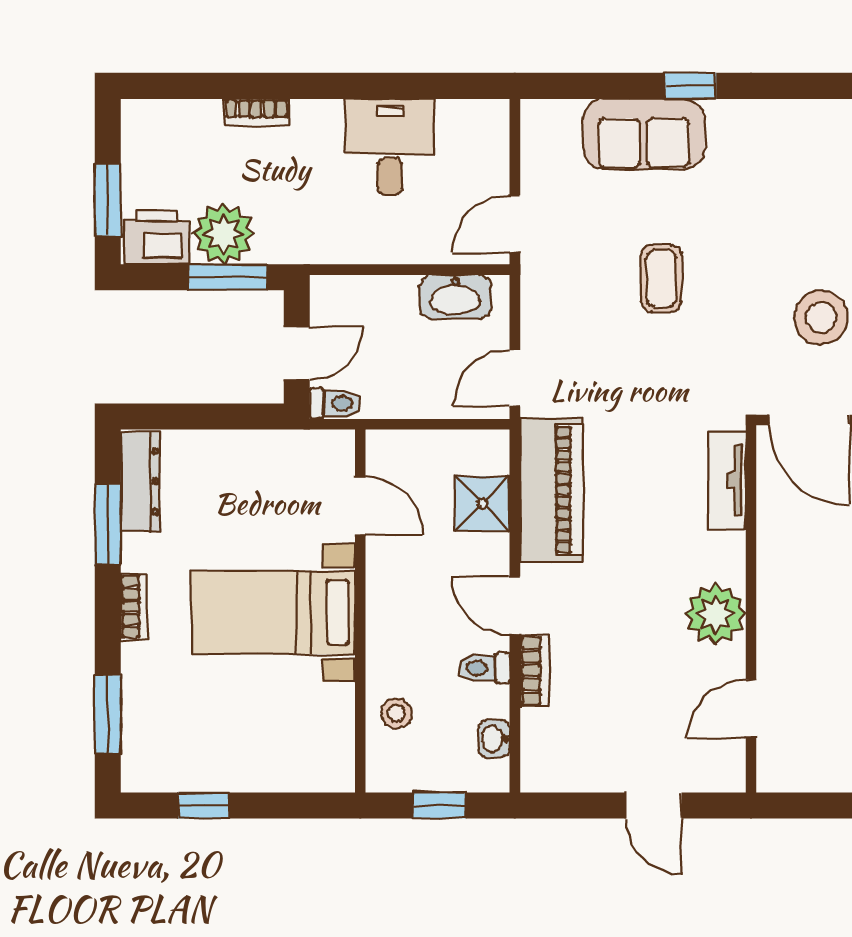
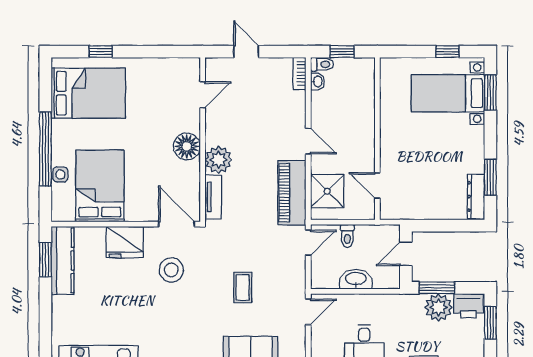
washbasin: (455, 297) -> (356, 279), moved
toilet: (335, 403) -> (347, 236), moved, turned -90
shower: (482, 503) -> (327, 191), width x1.36, depth x1.36
floor lamp: (786, 594) -> (187, 146), added
bookcase: (134, 607) -> (479, 140), removed
bed with nightstands: (273, 613) -> (448, 93), moved, turned 180
plant: (715, 614) -> (219, 160), moved
toilet: (484, 668) -> (322, 64), moved
bookcase: (534, 671) -> (299, 73), moved
stool: (396, 713) -> (361, 93), removed

